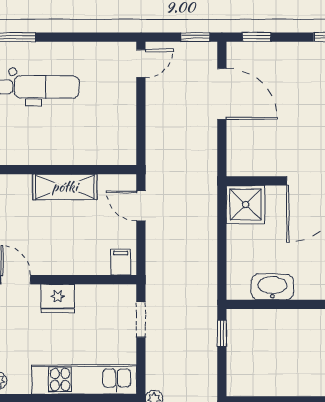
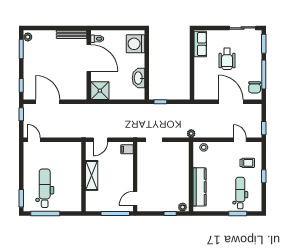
door: (222, 94) -> (48, 102), hinge flipped
fridge: (58, 298) -> (144, 179), removed
kitchen unit: (84, 379) -> (182, 166), removed

